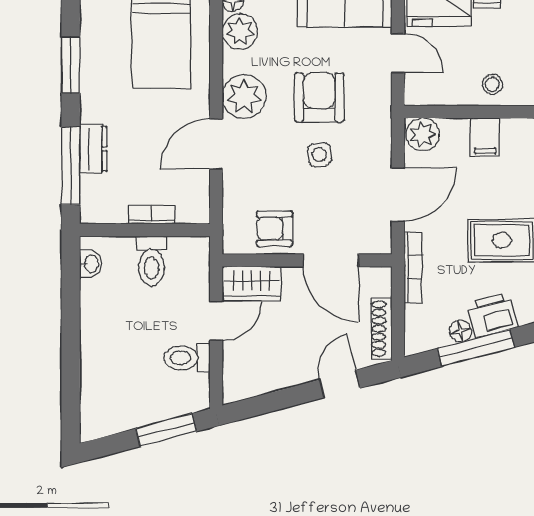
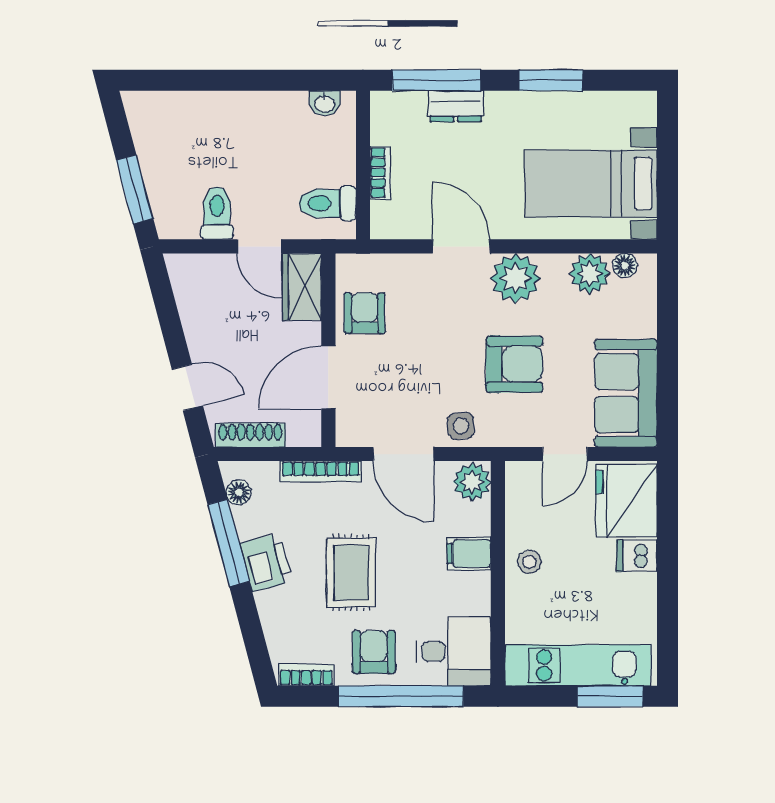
side table: (320, 155) -> (461, 426), moved
toilet: (151, 261) -> (327, 203), moved
floor lamp: (460, 331) -> (239, 492), moved

